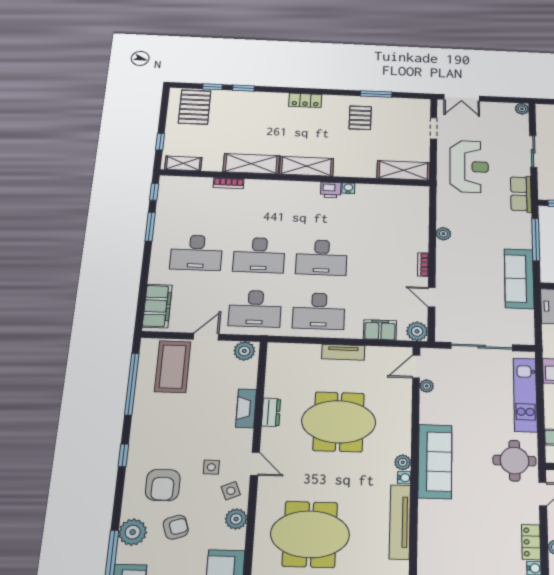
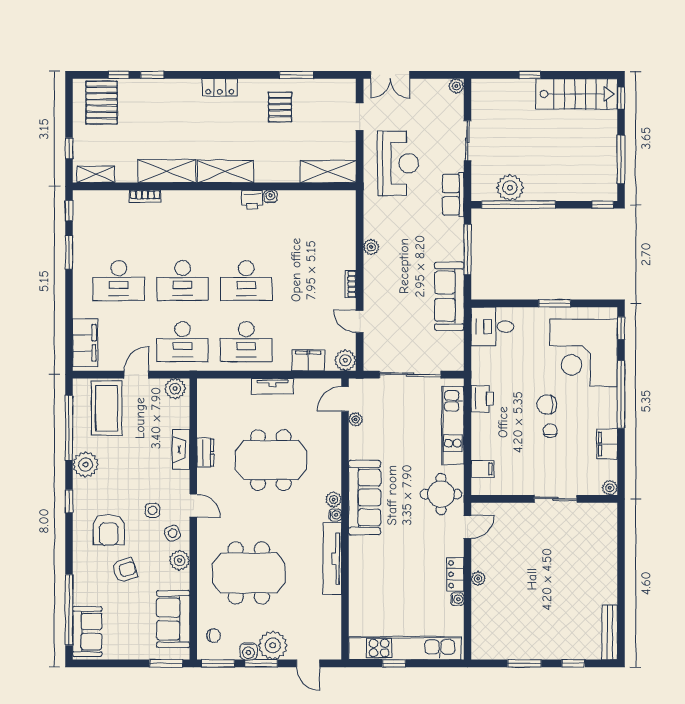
plant: (133, 532) -> (86, 465), moved

